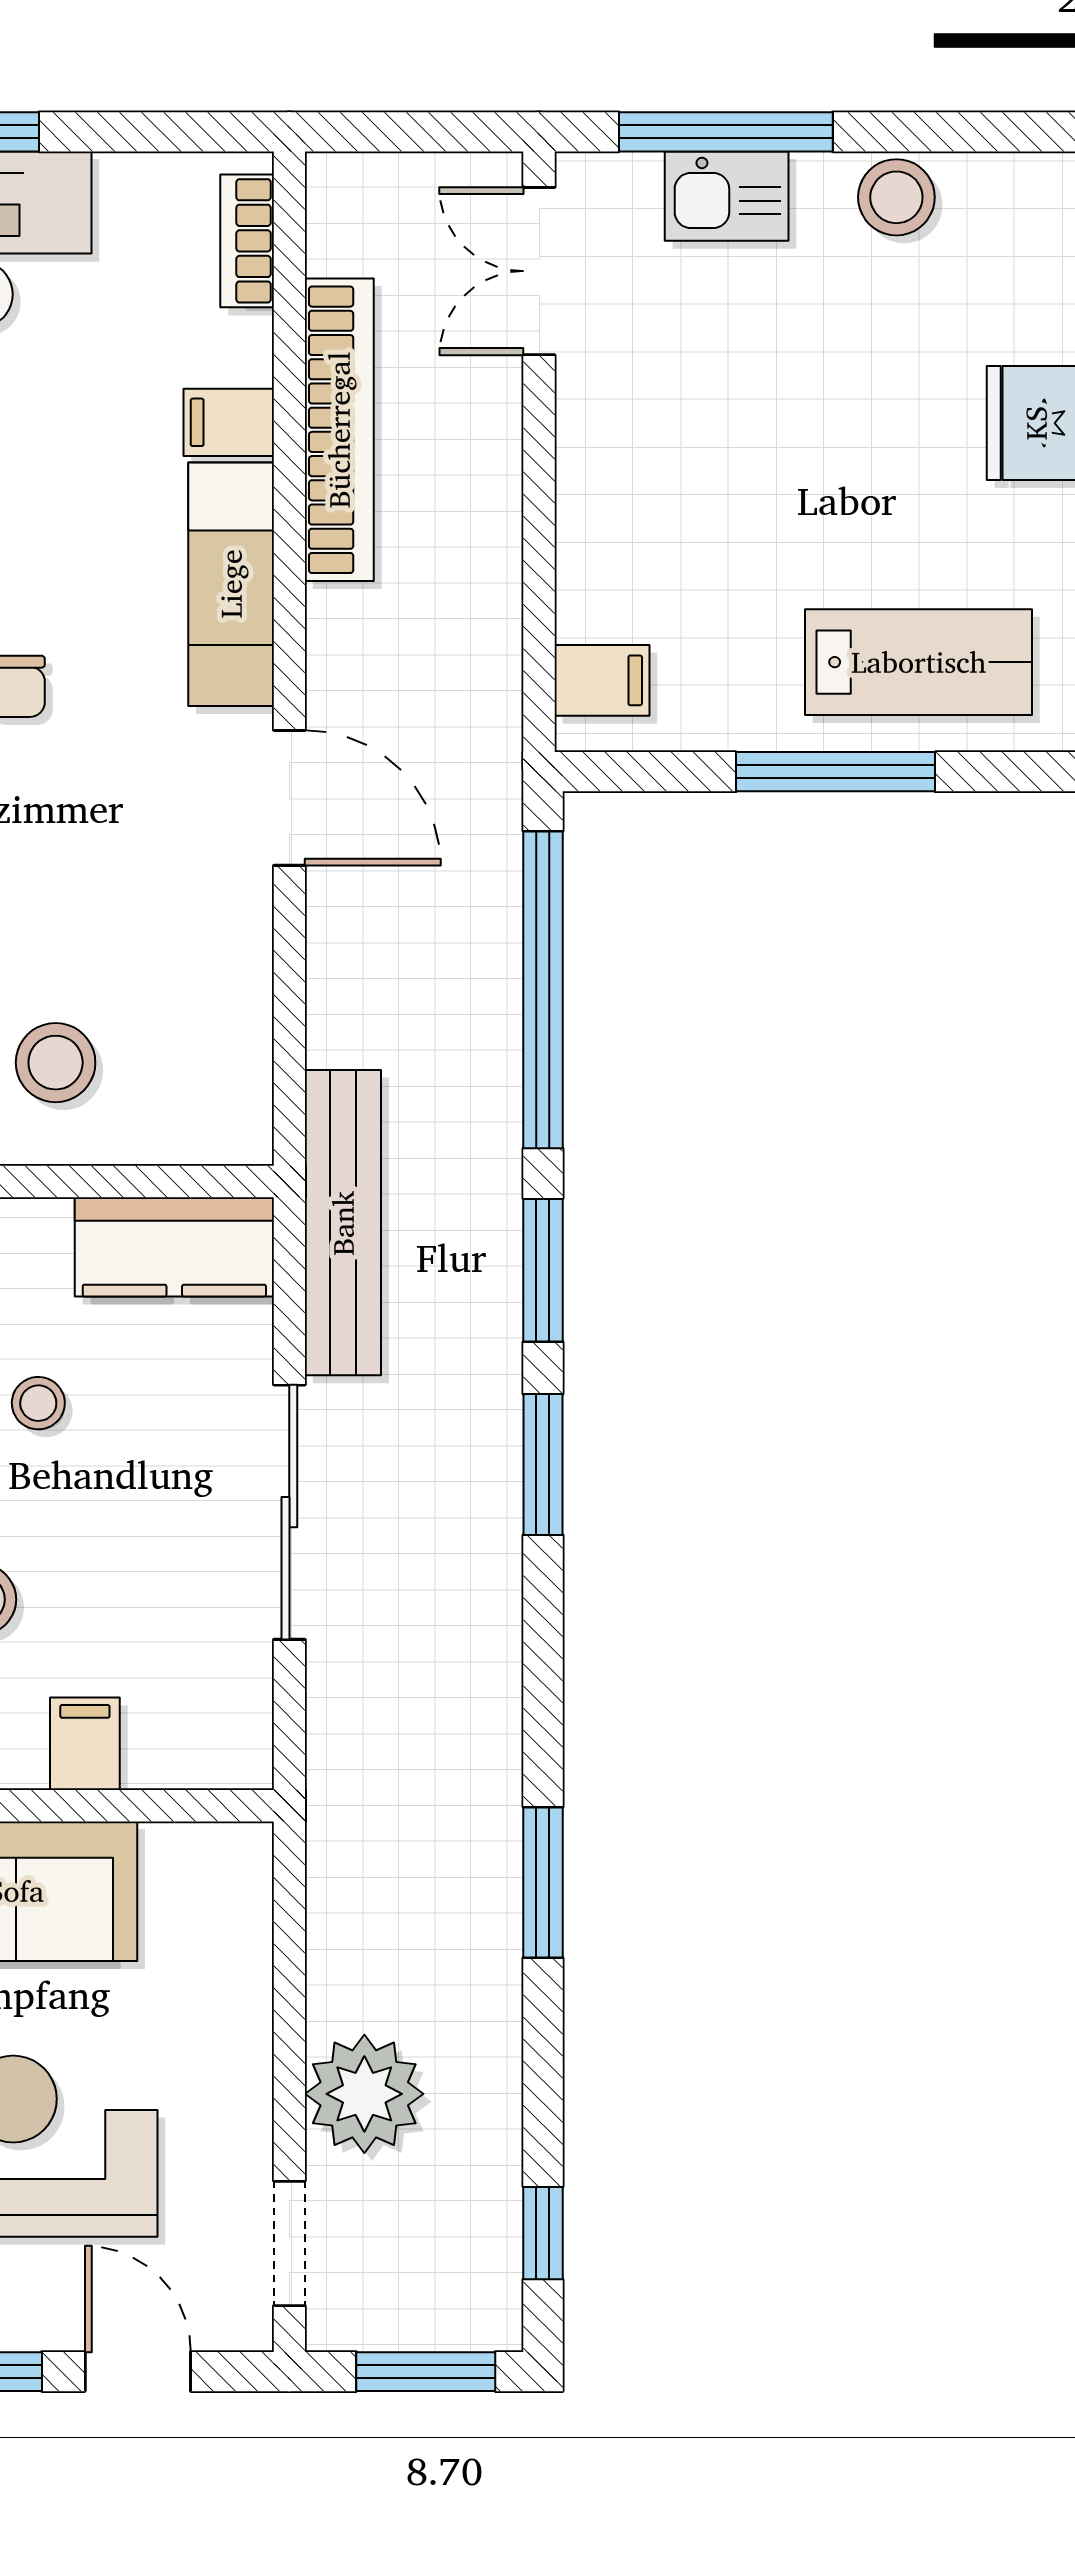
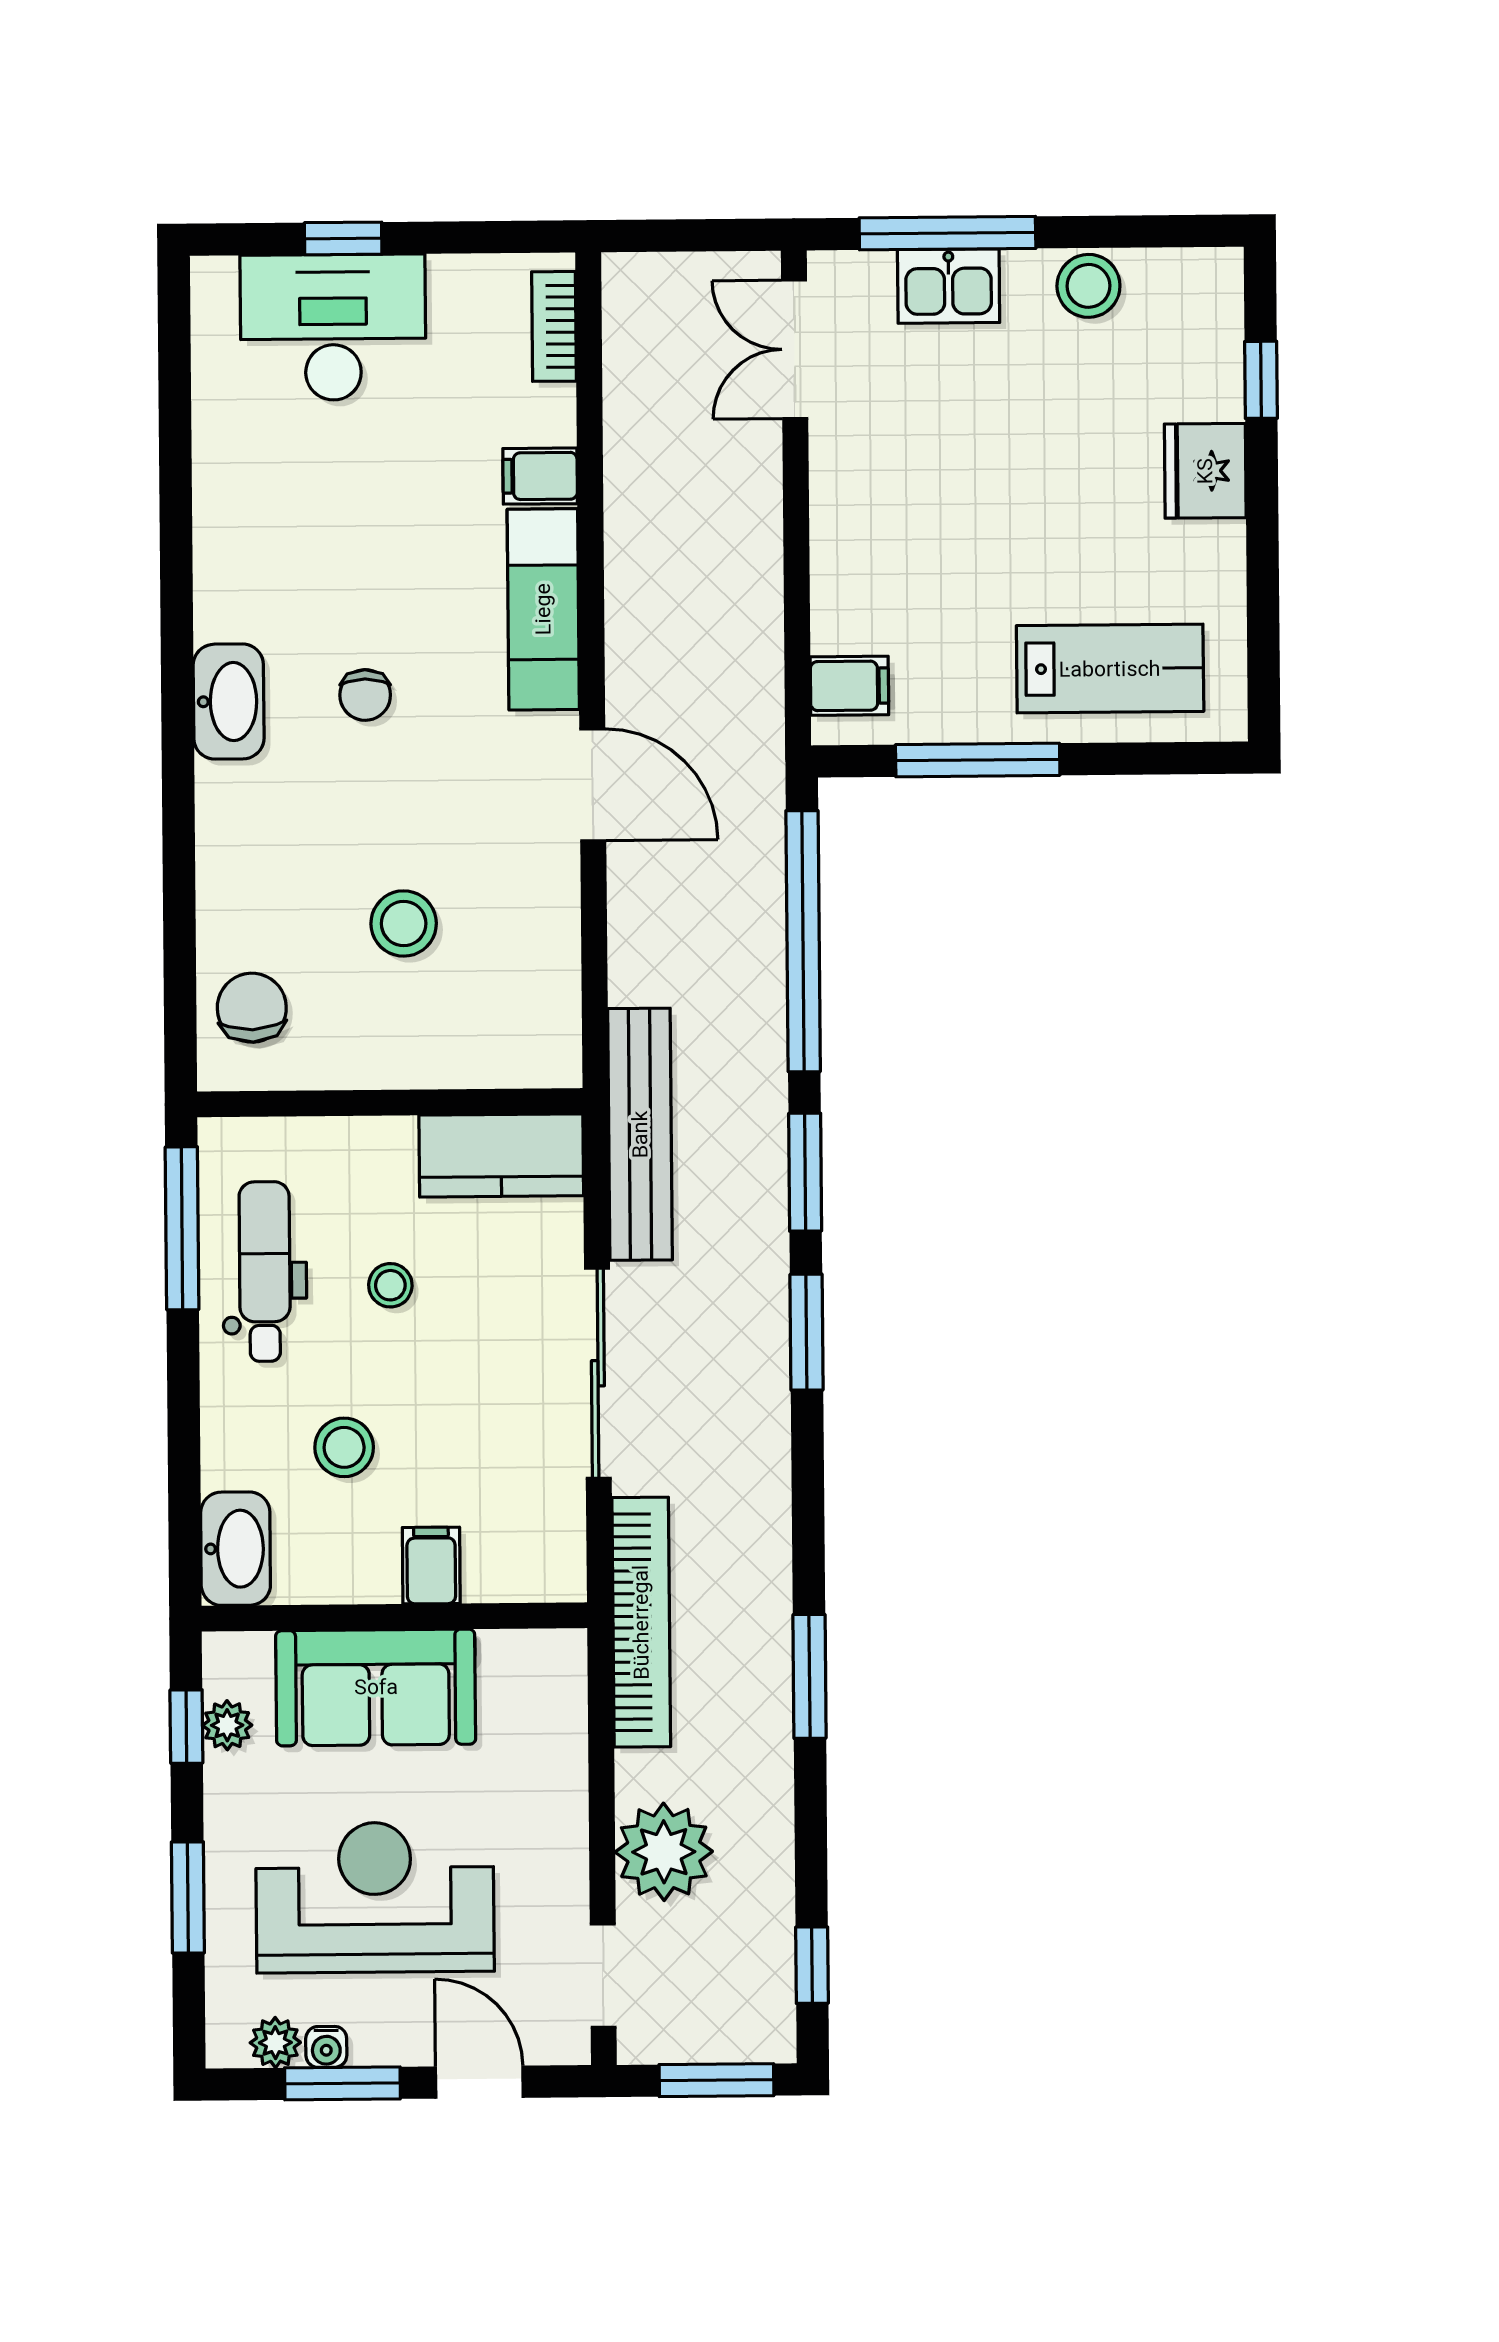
bookcase: (339, 430) -> (641, 1622), moved
window: (836, 772) -> (978, 760), moved
stool: (56, 1063) -> (404, 923), moved

